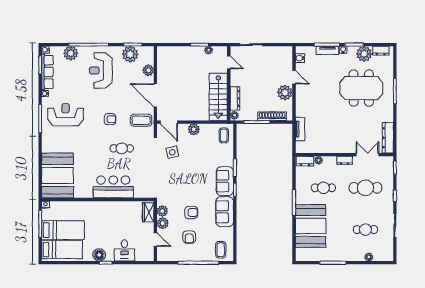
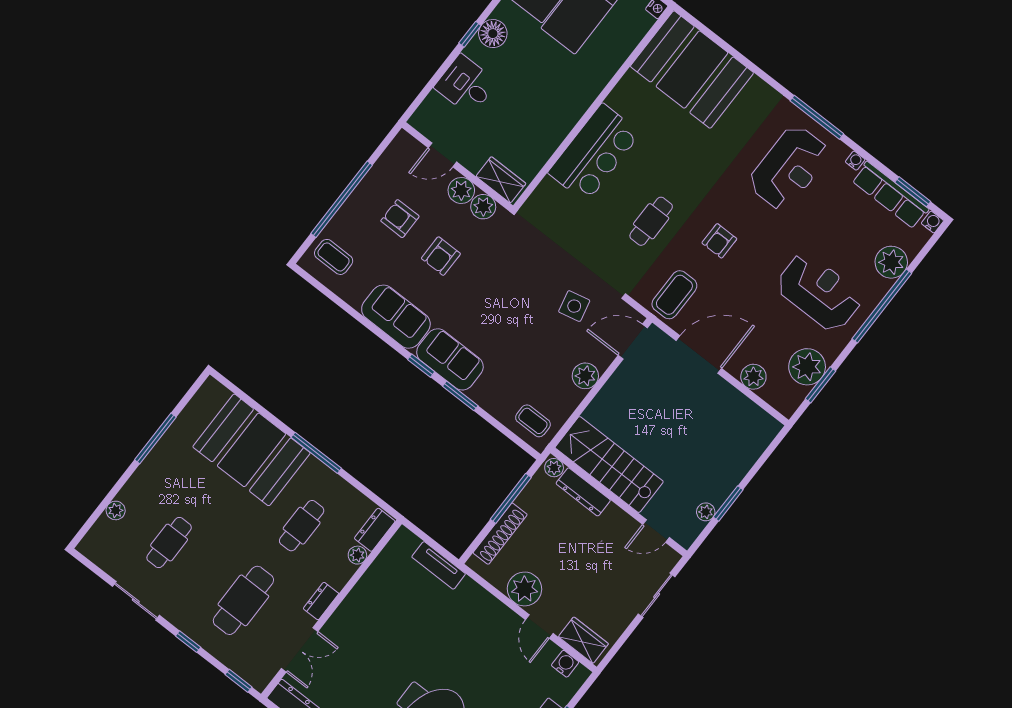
wardrobe: (287, 58) -> (583, 640), added
door: (294, 77) -> (539, 626), hinge flipped

